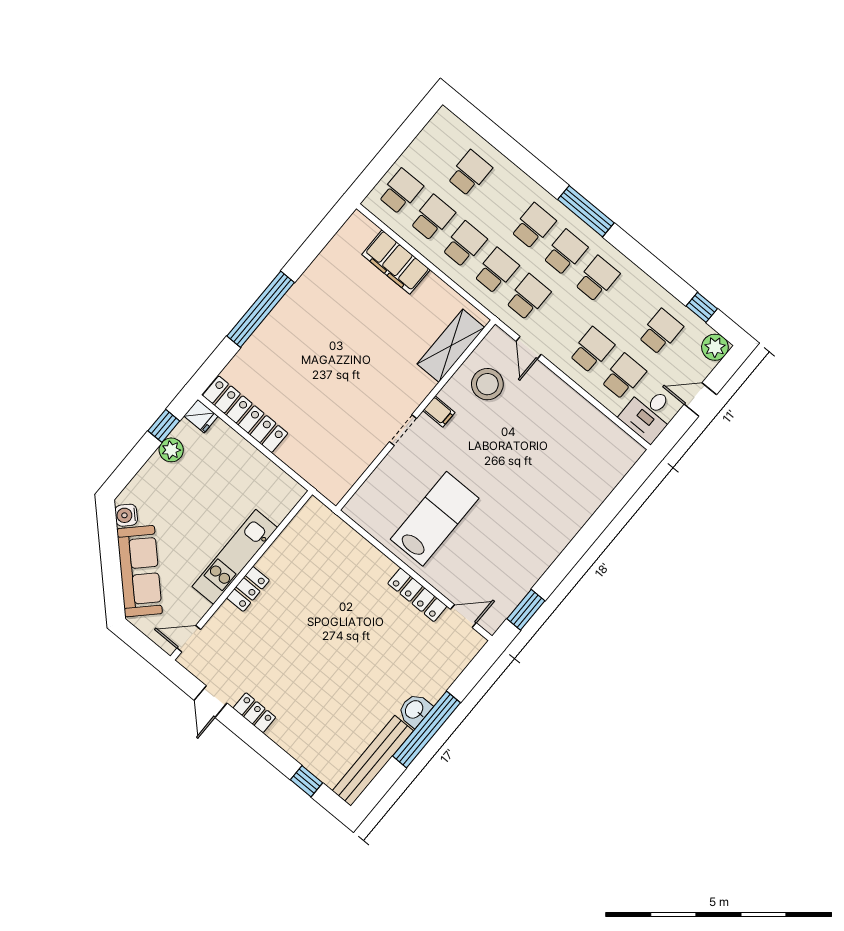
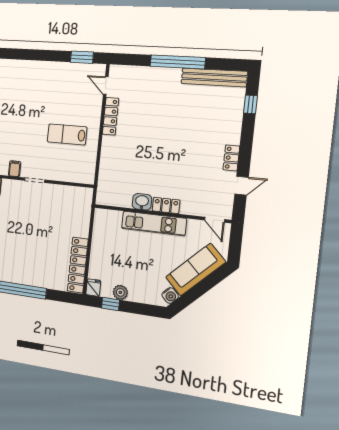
lab bench: (435, 519) -> (67, 134), width x0.73, depth x0.72
washbasin: (415, 710) -> (142, 202), moved, turned 180

